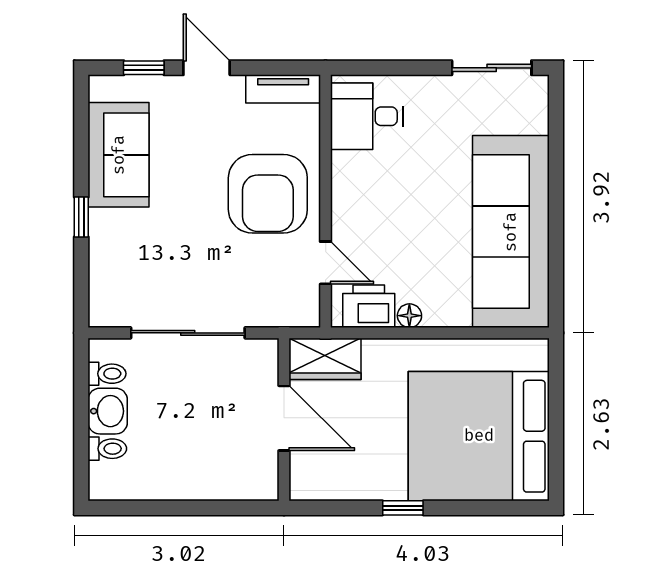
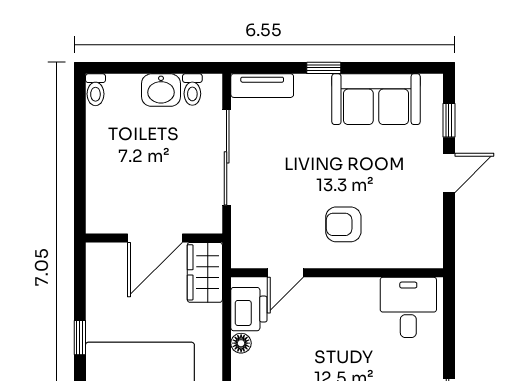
tv unit: (283, 89) -> (262, 86), moved, turned -90
armchair: (268, 194) -> (343, 224), width x0.53, depth x0.53
toilet: (107, 449) -> (95, 90), moved

